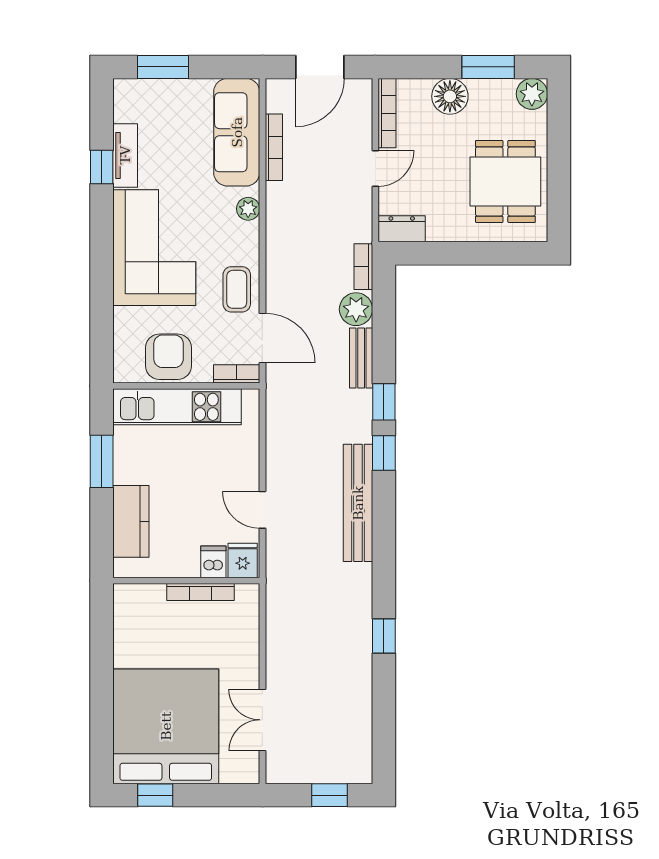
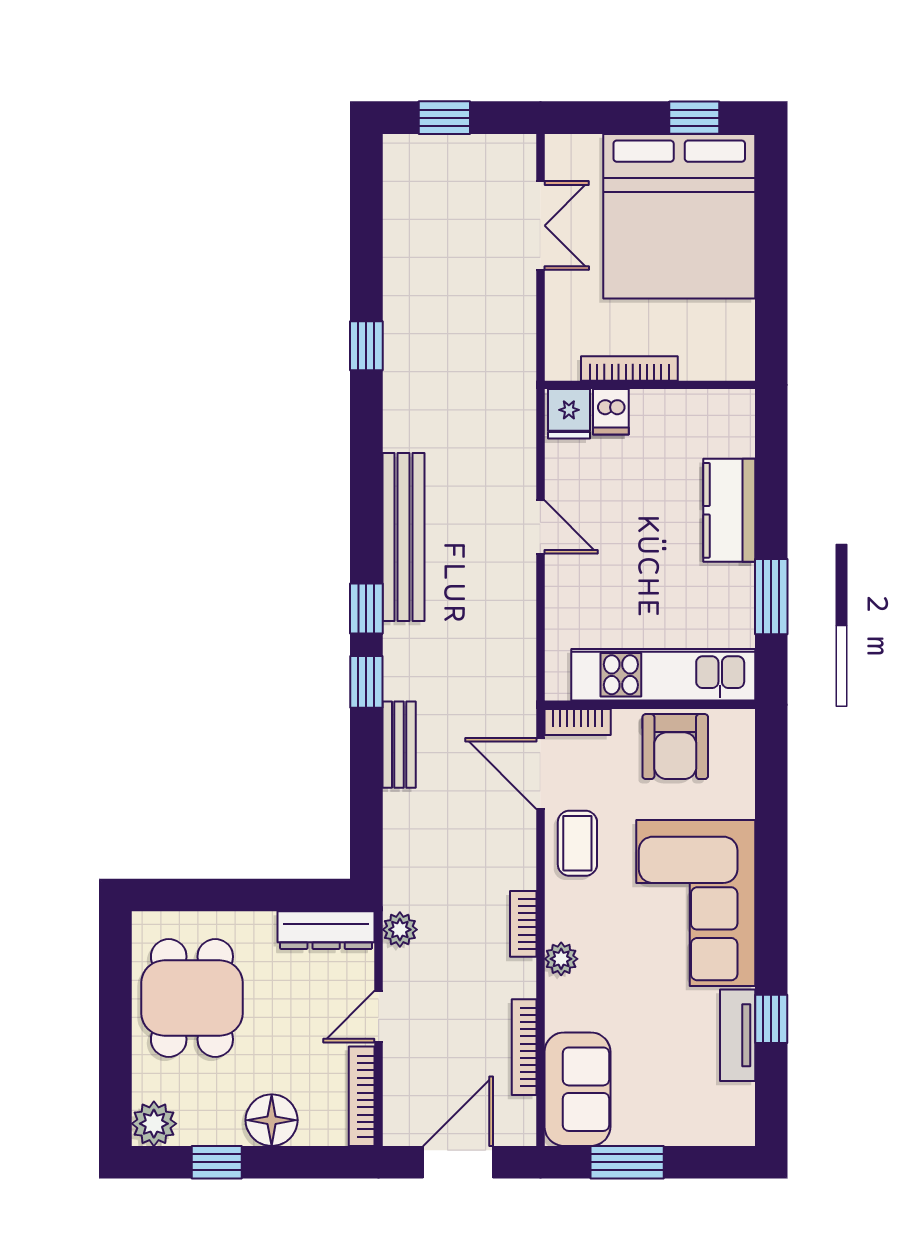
window: (163, 67) -> (627, 1162), moved
window: (488, 67) -> (217, 1162), width x0.67
sofa: (237, 132) -> (577, 1089), width x0.73
dresser: (402, 229) -> (326, 930), width x1.44
bookcase: (363, 267) -> (523, 924), moved, turned 180
plant: (356, 309) -> (400, 930), moved, width x0.73, depth x0.73
fridge: (243, 560) -> (569, 414), moved
dishwasher: (213, 562) -> (611, 412), moved
wall: (186, 581) -> (650, 385), moved
bookcase: (201, 592) -> (629, 368), moved

